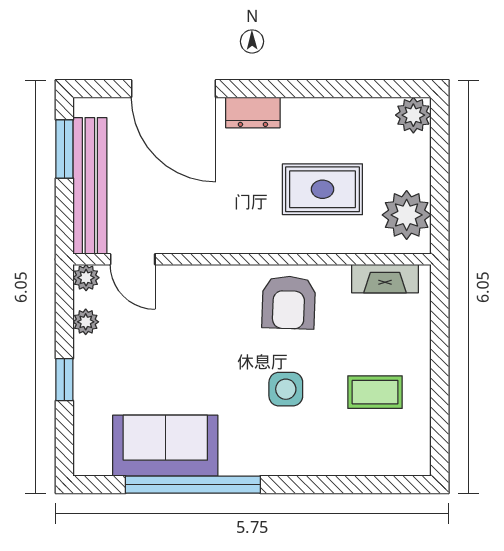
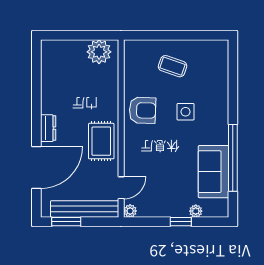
plant: (413, 115) -> (49, 48), removed
rug: (322, 189) -> (101, 141), moved
fireplace: (385, 279) -> (131, 62), removed
plant: (86, 322) -> (196, 211), moved
coffee table: (375, 392) -> (173, 66), moved, turned -71

